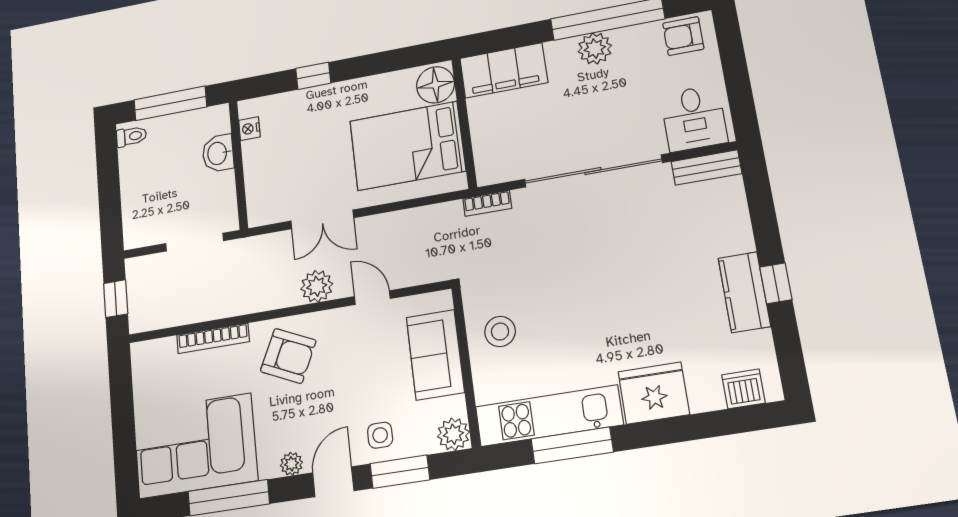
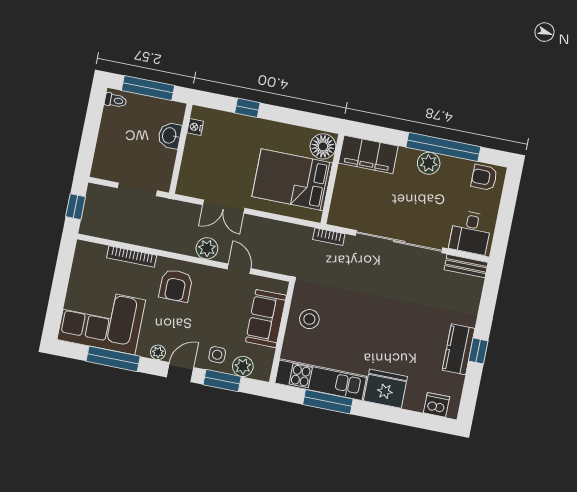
armchair: (288, 356) -> (176, 285), turned 65
plant: (453, 434) -> (243, 366), moved

